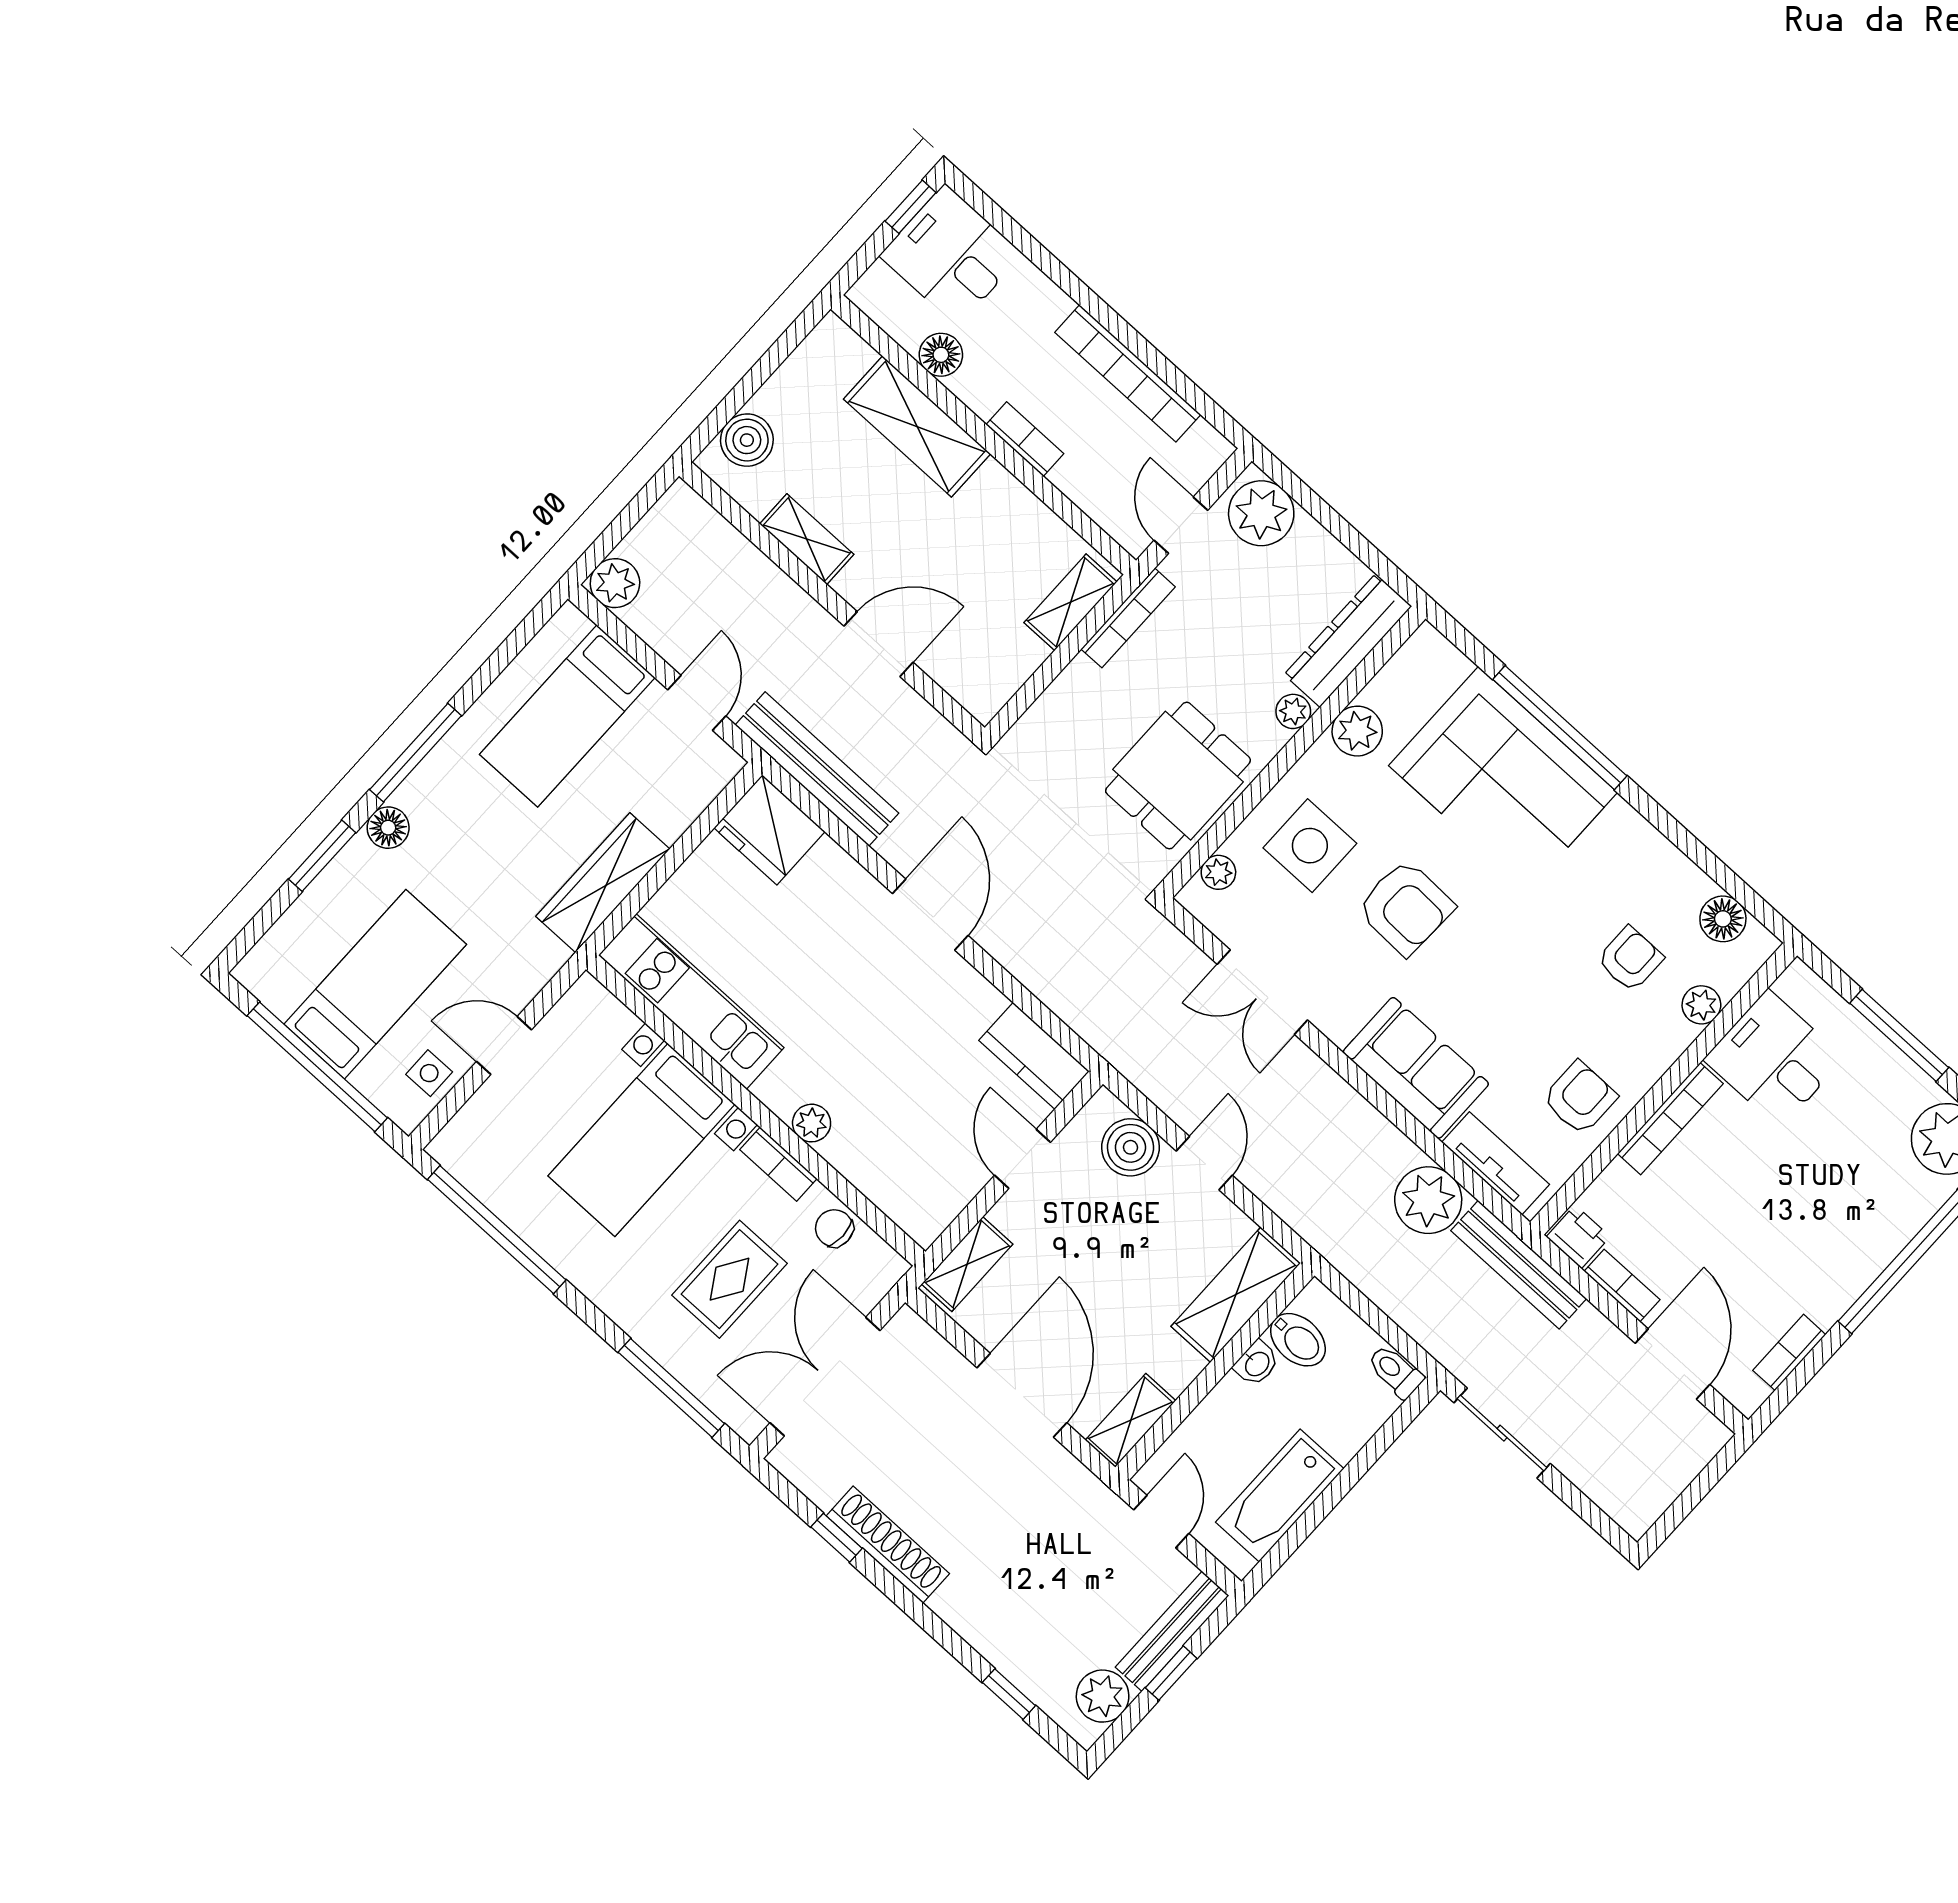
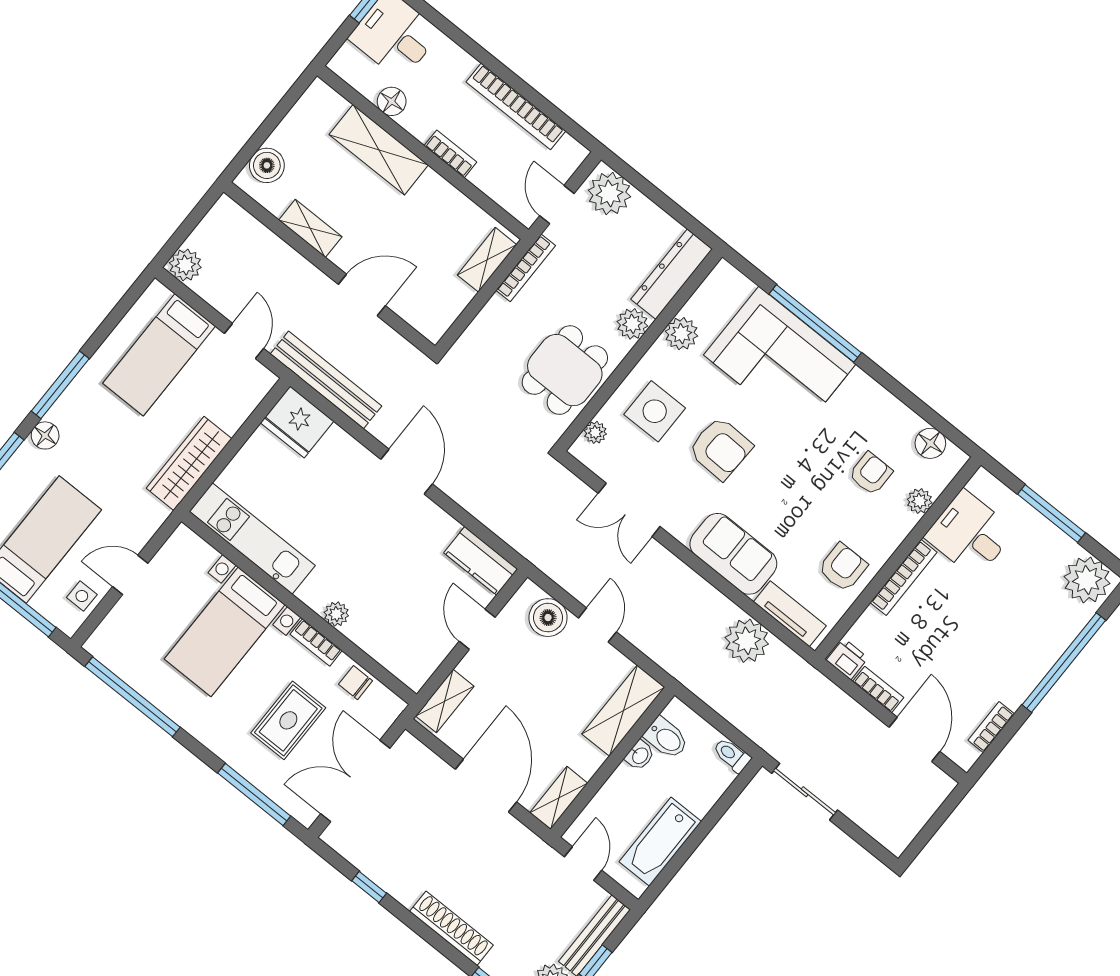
plant: (1293, 711) -> (632, 324), width x1.38, depth x1.38
bench: (1519, 1265) -> (809, 680), removed
shoe rack: (888, 1545) -> (451, 928), moved

